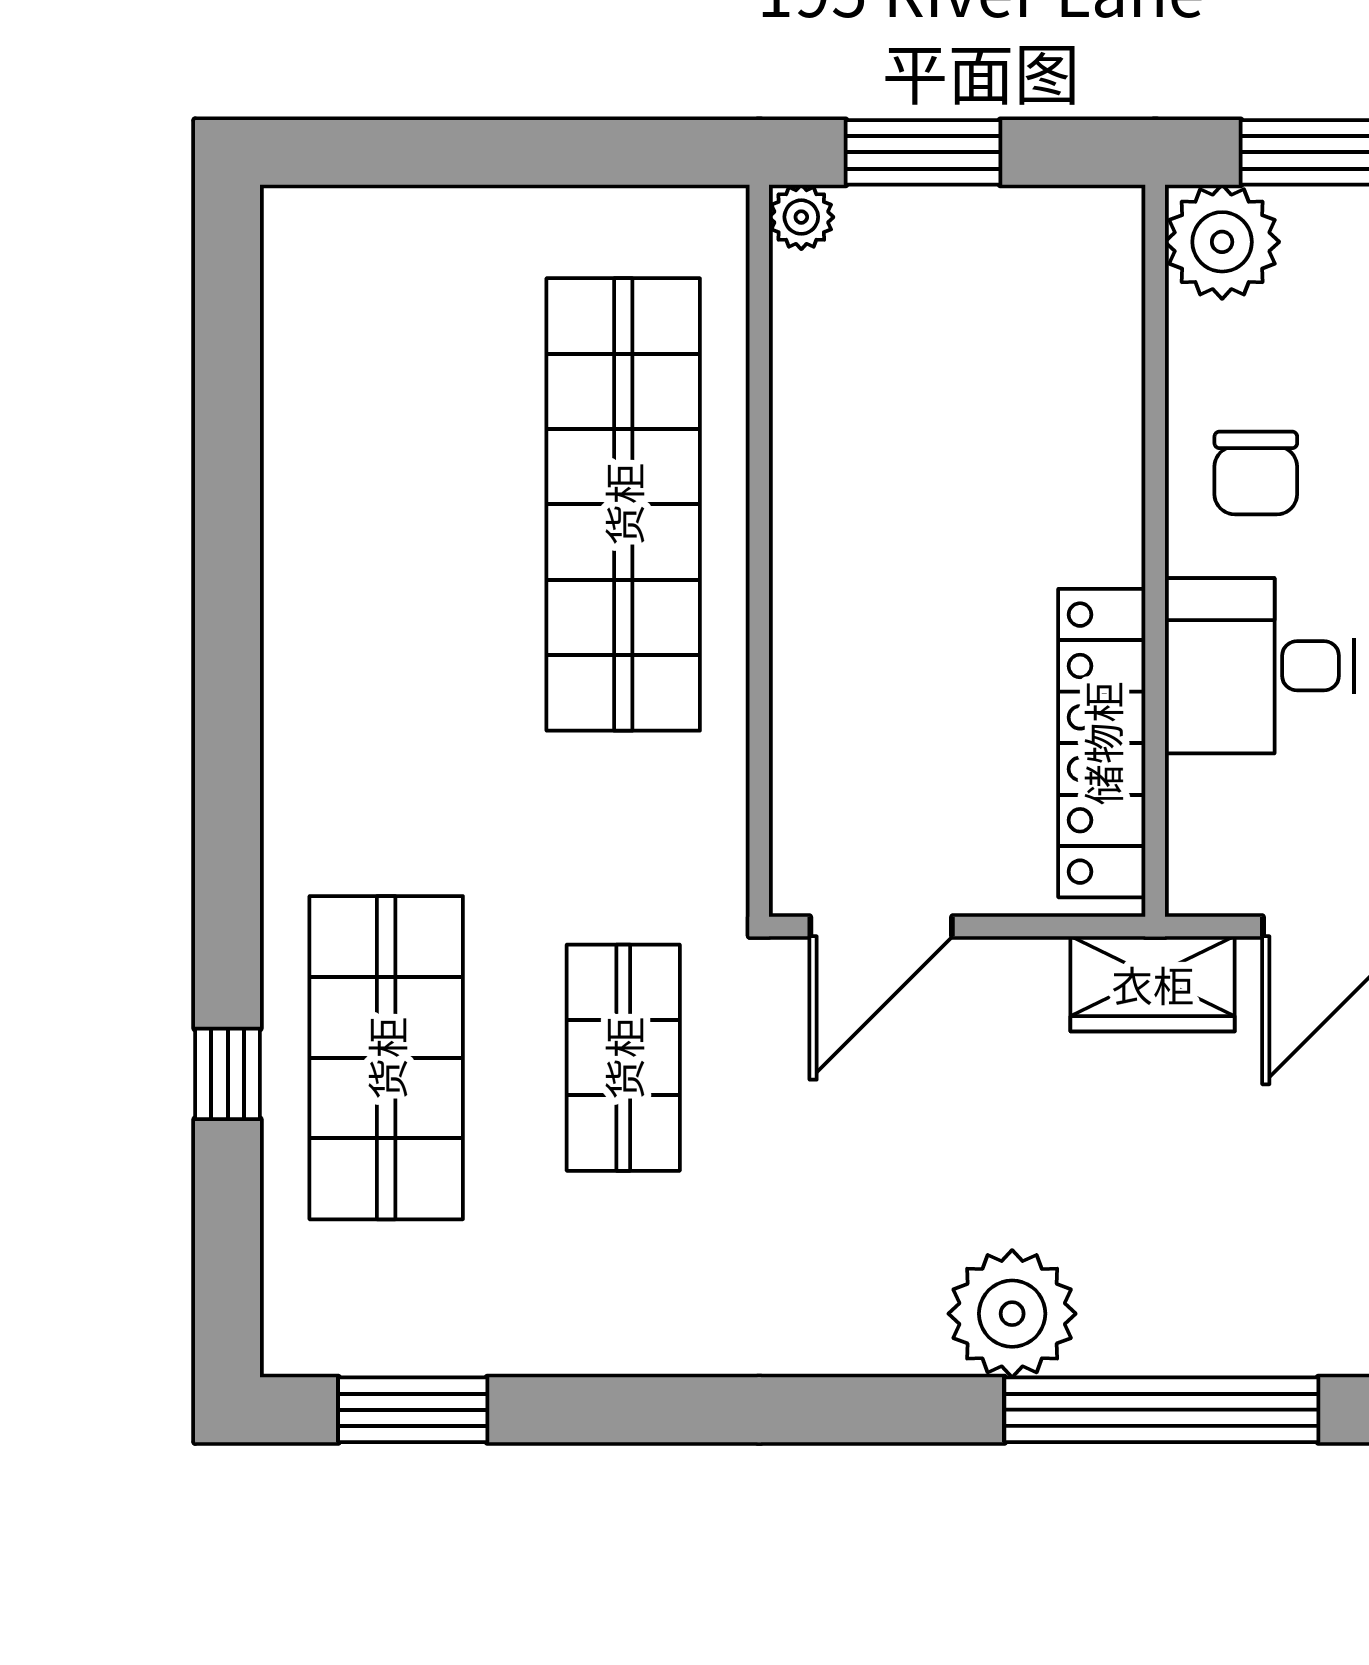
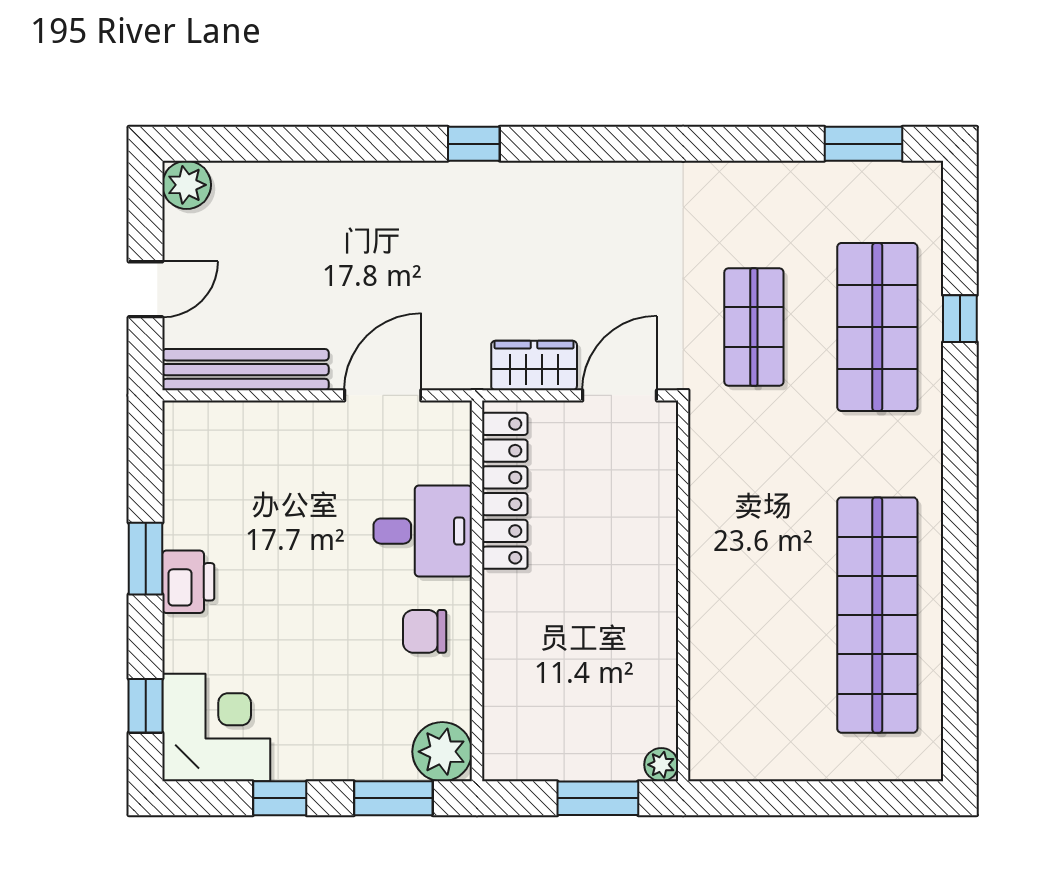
chair: (1256, 473) -> (425, 631), turned -90
shop shelf: (623, 504) -> (877, 615), moved
wardrobe: (1153, 984) -> (534, 365), moved
plant: (1012, 1314) -> (551, 194), removed
window: (1161, 1410) -> (474, 144), width x0.32

